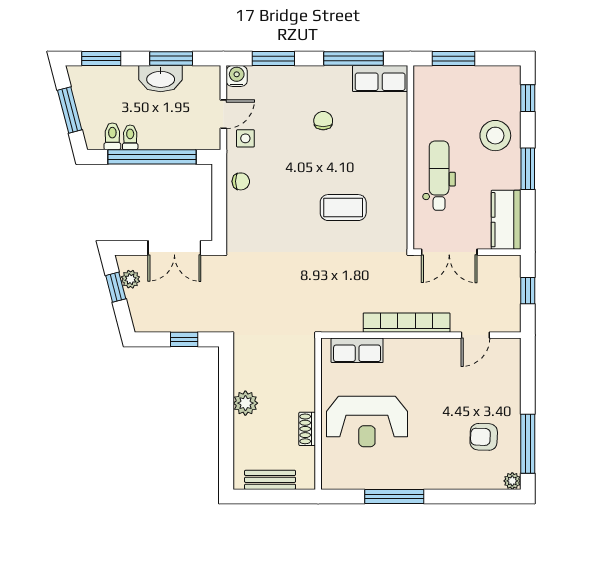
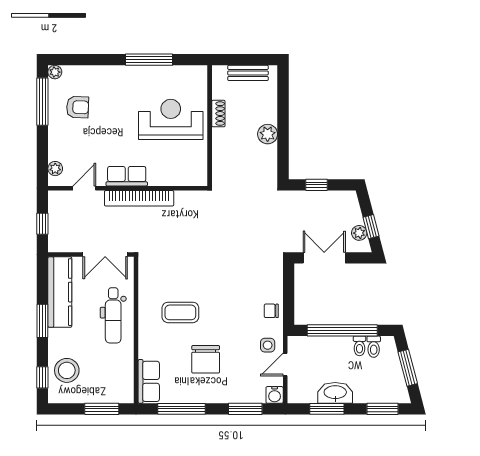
row of seats: (380, 79) -> (149, 381), moved, turned 90
chair: (323, 121) -> (206, 359), width x1.87, depth x1.87
stool: (495, 136) -> (67, 370), moved
coffee table: (343, 208) -> (180, 312), moved
kitchen counter: (506, 220) -> (60, 292), width x1.50
double door: (449, 252) -> (105, 255), swing flipped
row of seats: (357, 350) -> (127, 176), moved
plant: (512, 360) -> (55, 169), added

